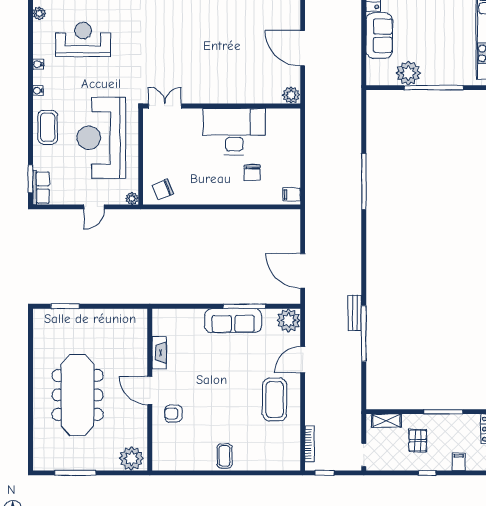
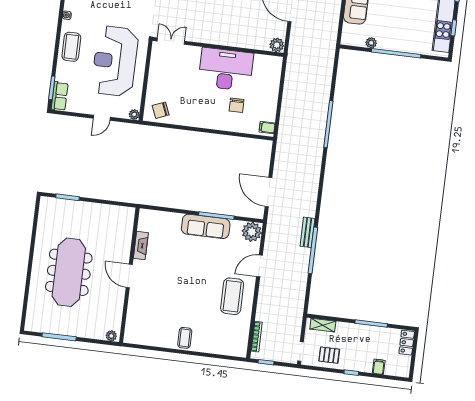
plant: (408, 73) -> (371, 43), width x0.53, depth x0.53
armchair: (173, 414) -> (147, 298), removed
pallet: (418, 441) -> (329, 355), moved, turned 90
plant: (131, 458) -> (111, 336), width x0.53, depth x0.53

